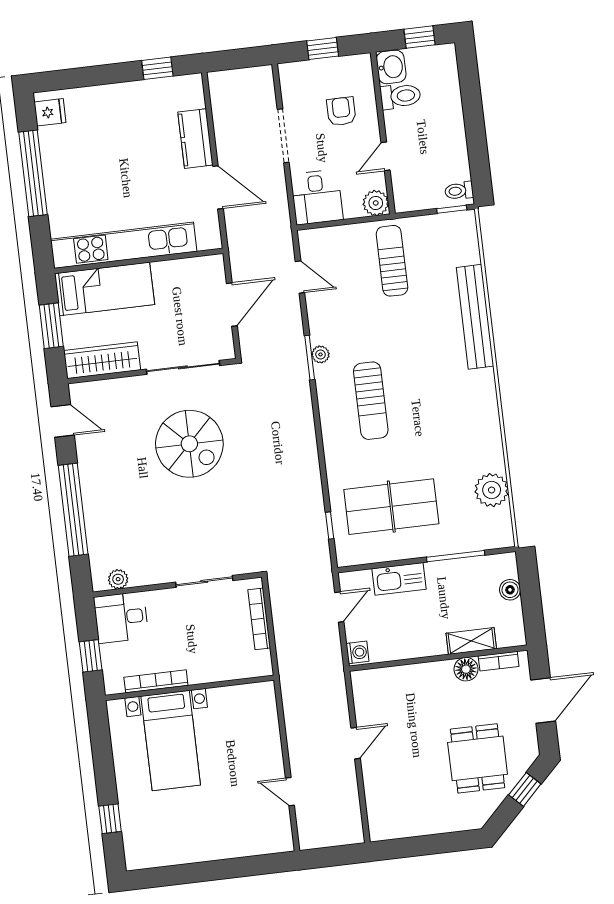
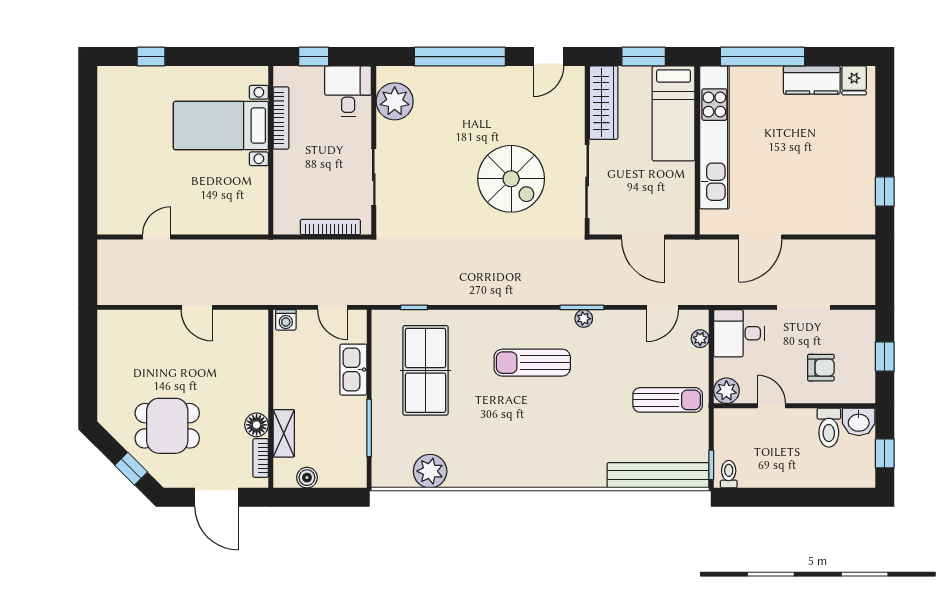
kitchen counter: (195, 139) -> (812, 80), moved, turned 180
window: (33, 173) -> (762, 57), moved
plant: (327, 236) -> (700, 339), added
bench: (475, 317) -> (658, 475), moved
spiral stairs: (189, 444) -> (511, 179), turned -90
plant: (118, 579) -> (395, 101), width x1.87, depth x1.87
boiler: (510, 590) -> (307, 478), moved

